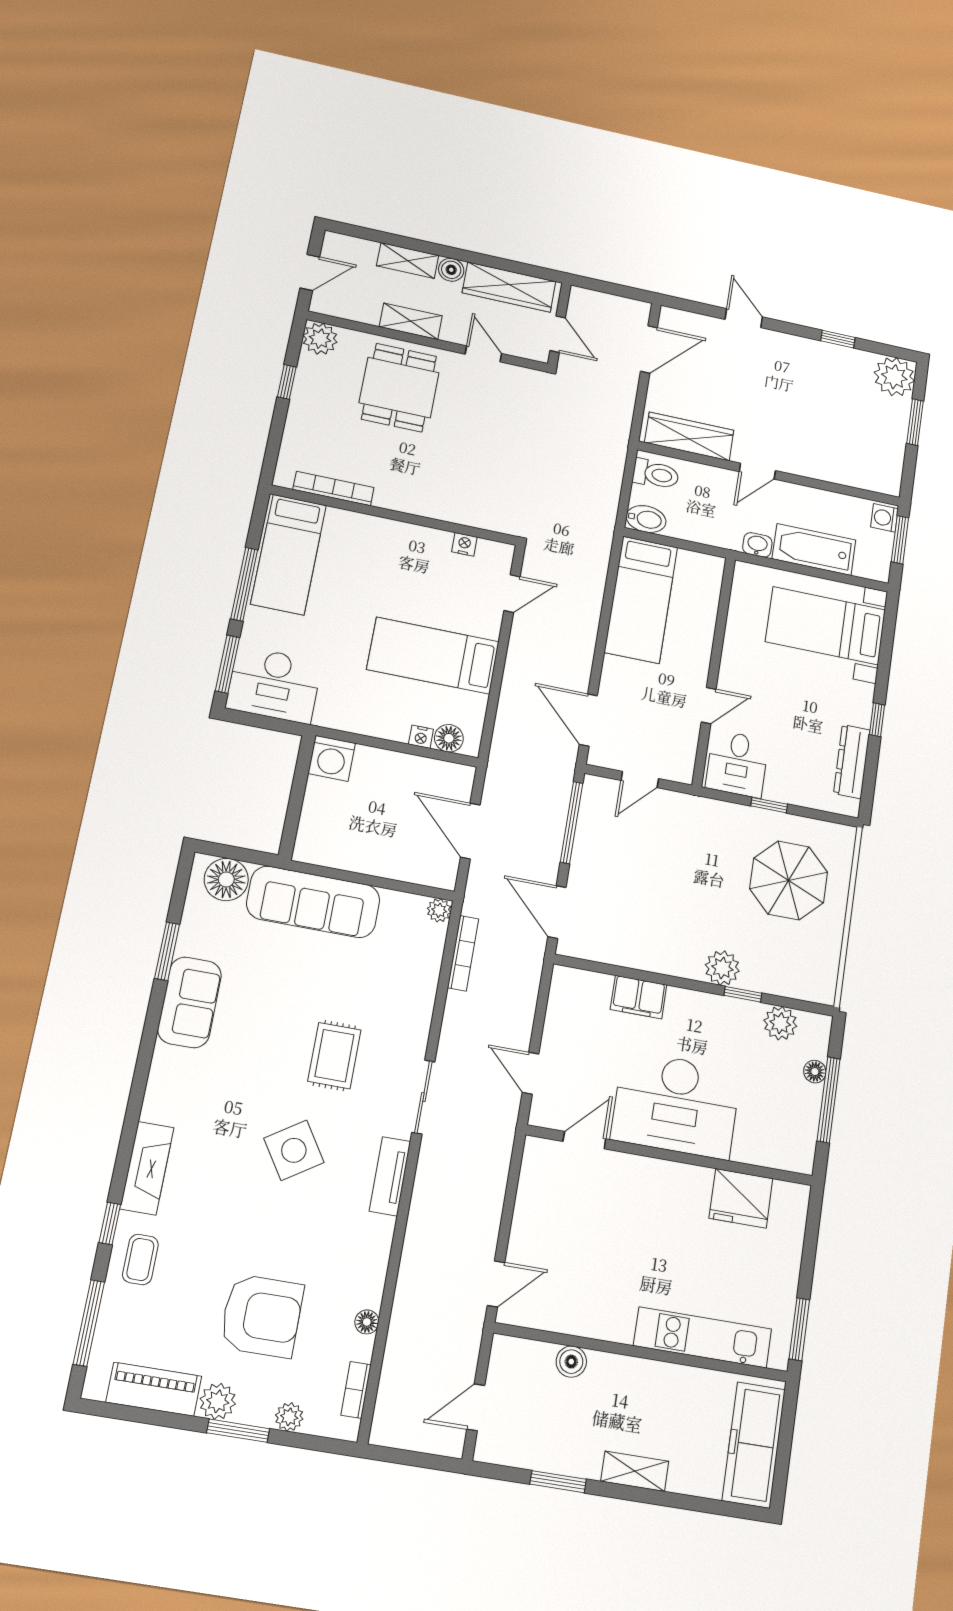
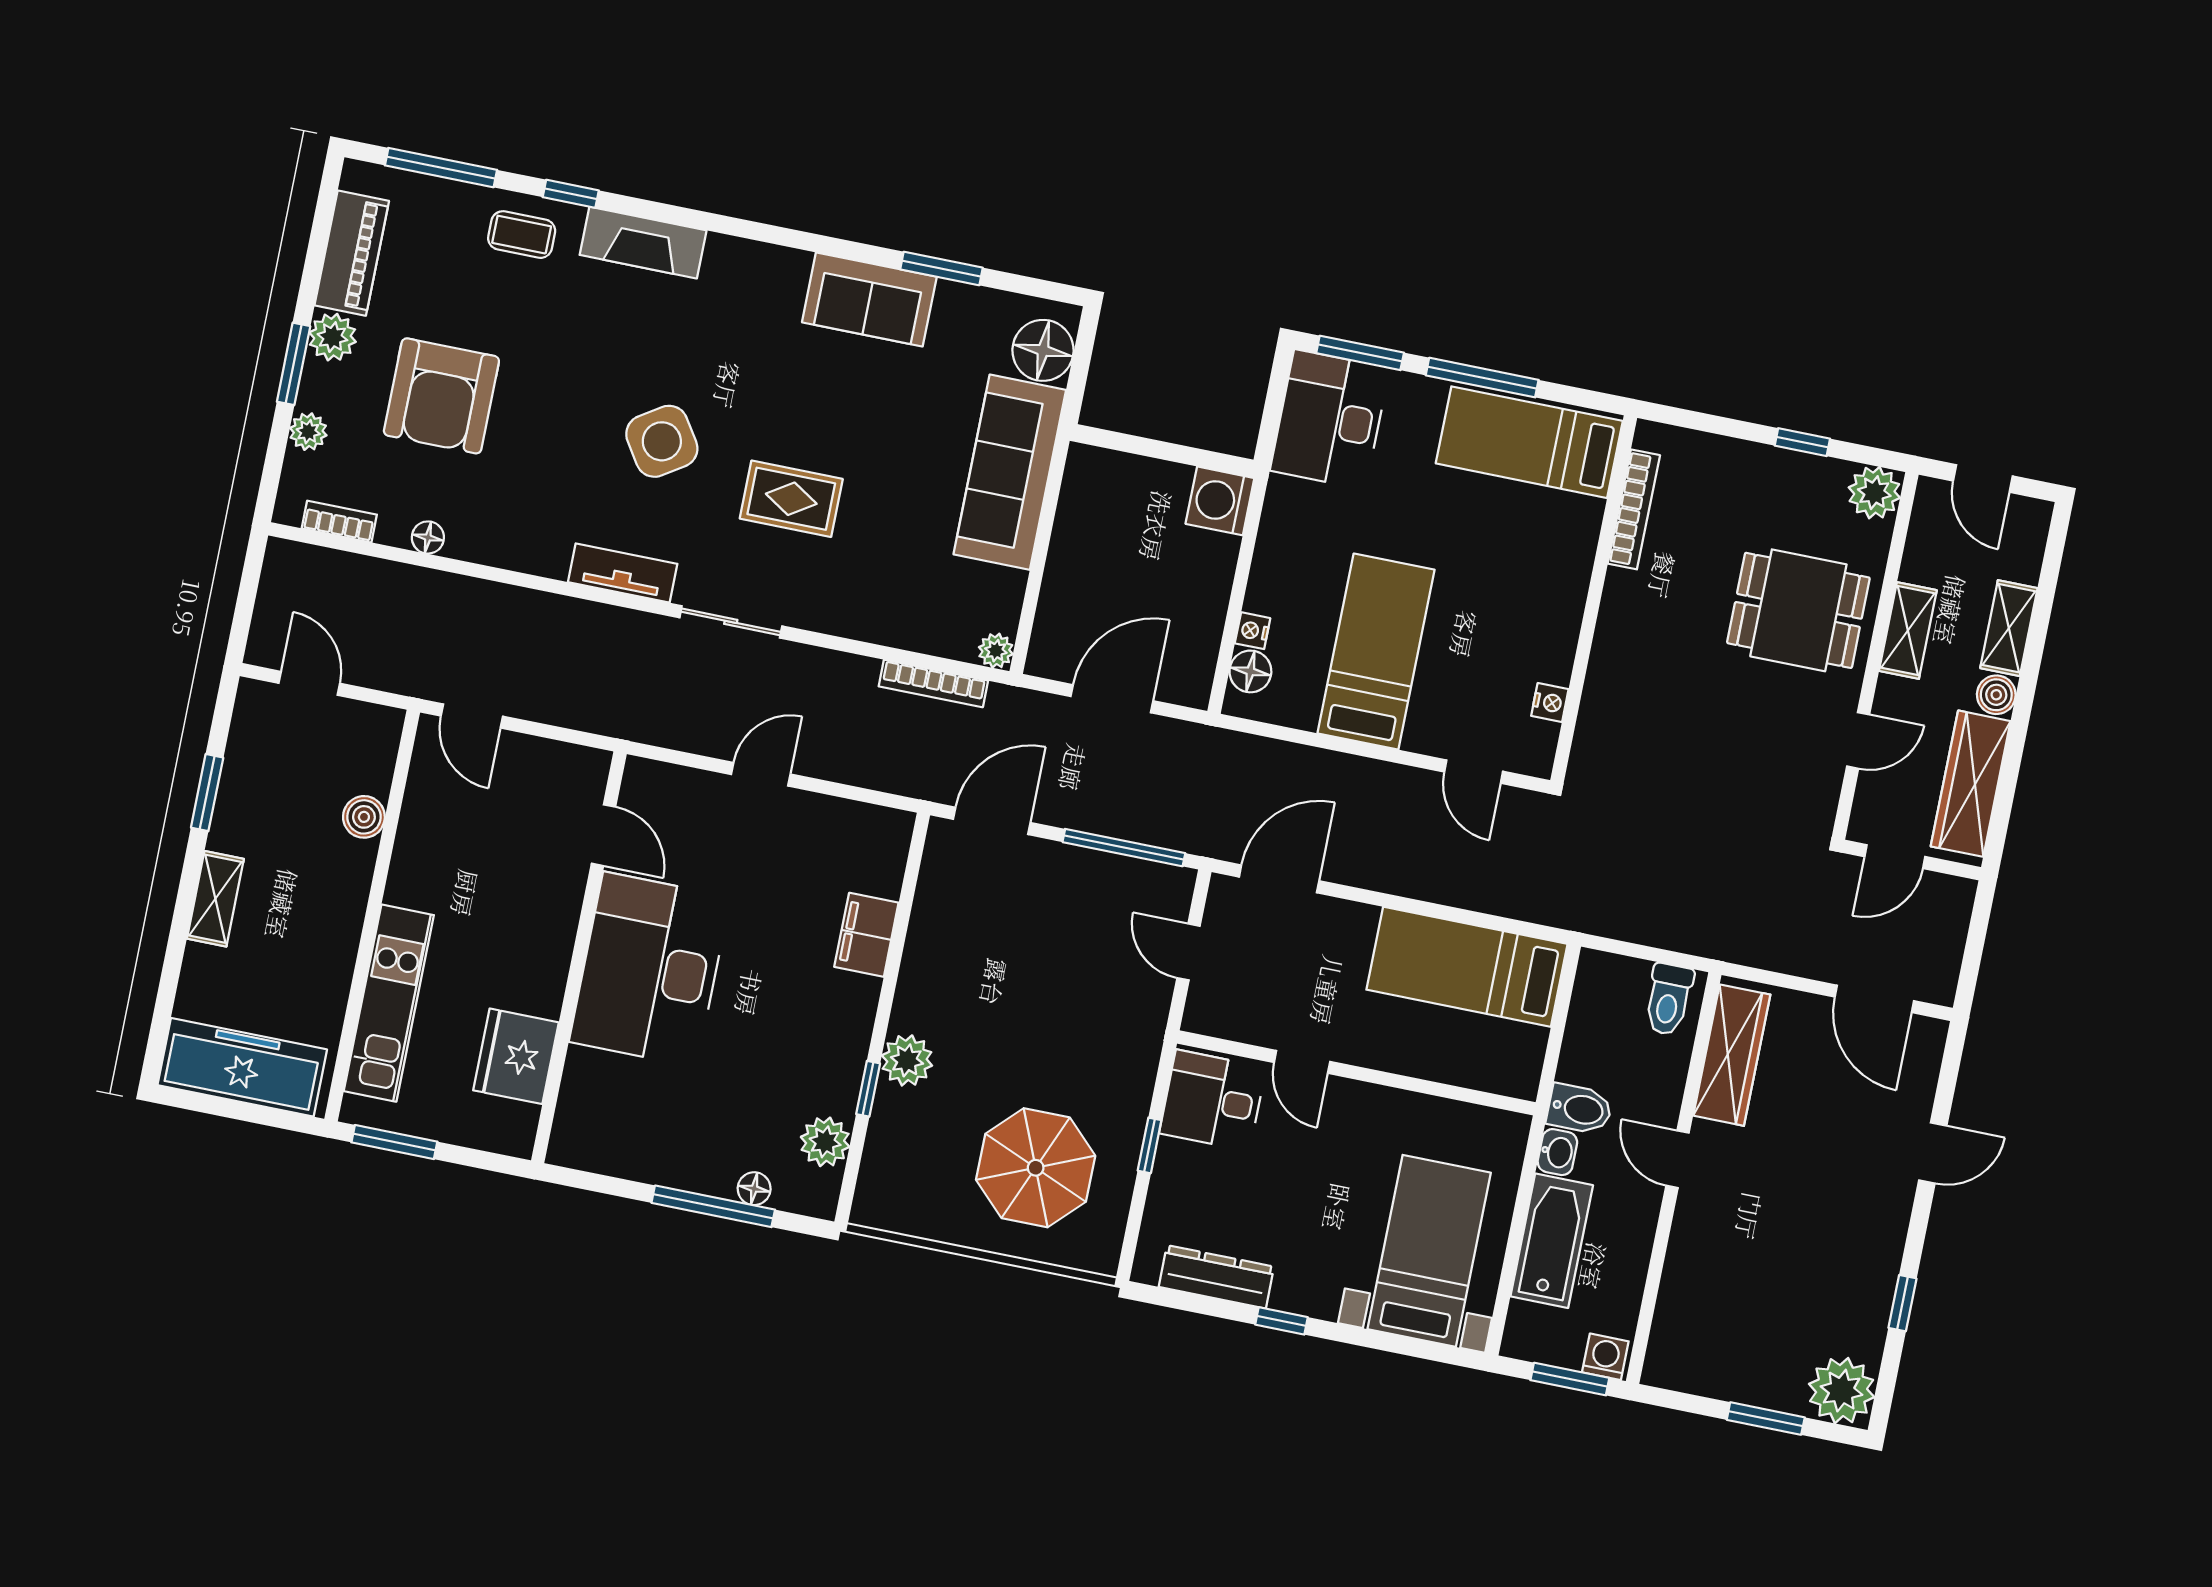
bidet: (646, 519) -> (1579, 1109), moved, turned -90
desk: (676, 1105) -> (650, 969), moved
door: (584, 1140) -> (603, 835), moved
wall: (670, 1155) -> (579, 957), moved
fridge: (741, 1198) -> (516, 1056), moved

